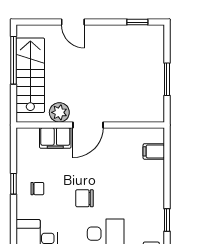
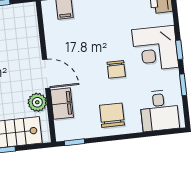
window: (14, 184) -> (74, 142), moved
chair: (37, 189) -> (112, 115), width x1.87, depth x1.87

